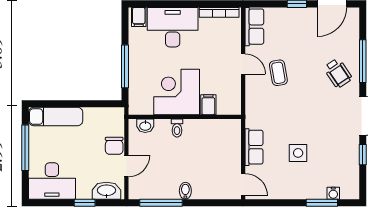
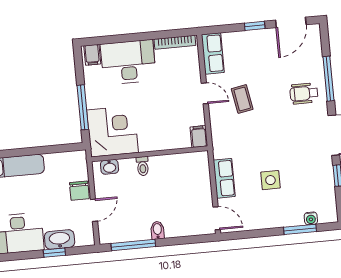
wheelchair: (338, 73) -> (304, 93), turned 124
corner desk: (177, 92) -> (112, 131), moved, turned 90
filing cabinet: (208, 105) -> (199, 137), moved
washbasin: (106, 191) -> (60, 239), moved

